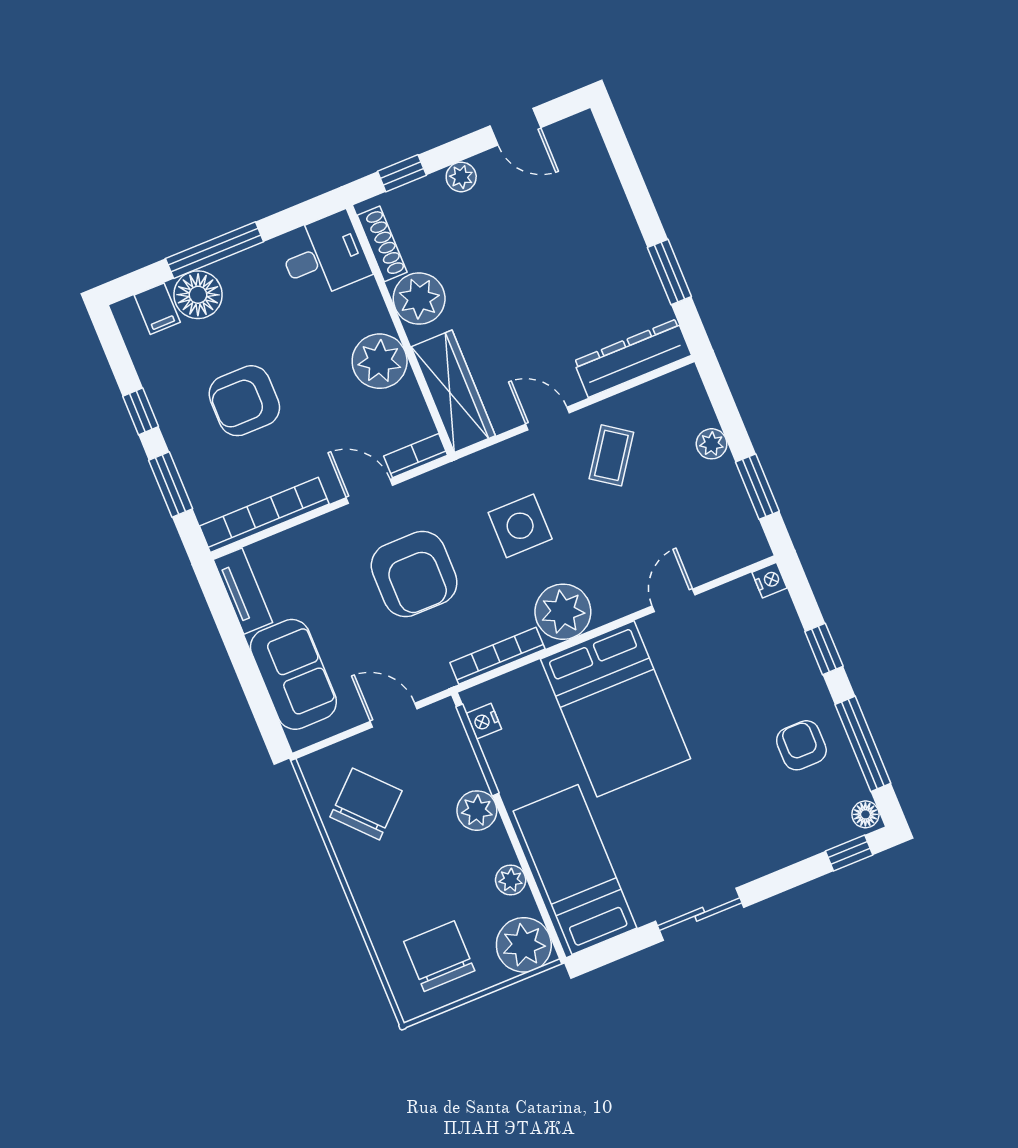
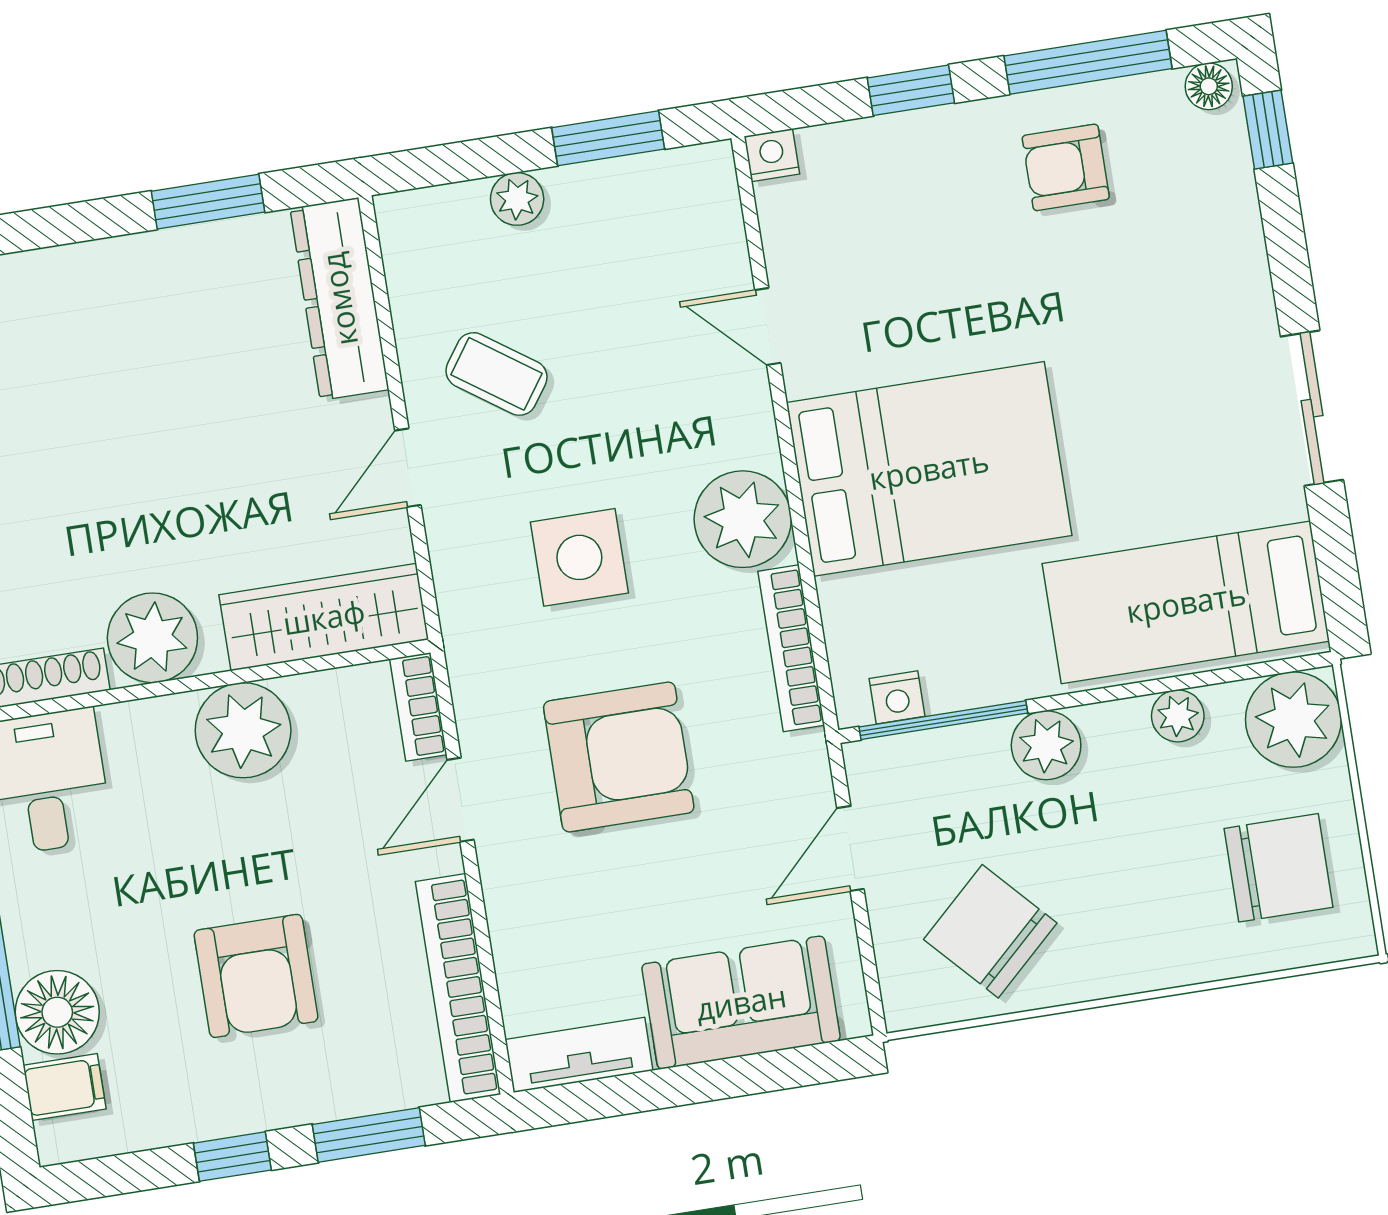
chair: (439, 956) -> (1279, 868), turned 180

